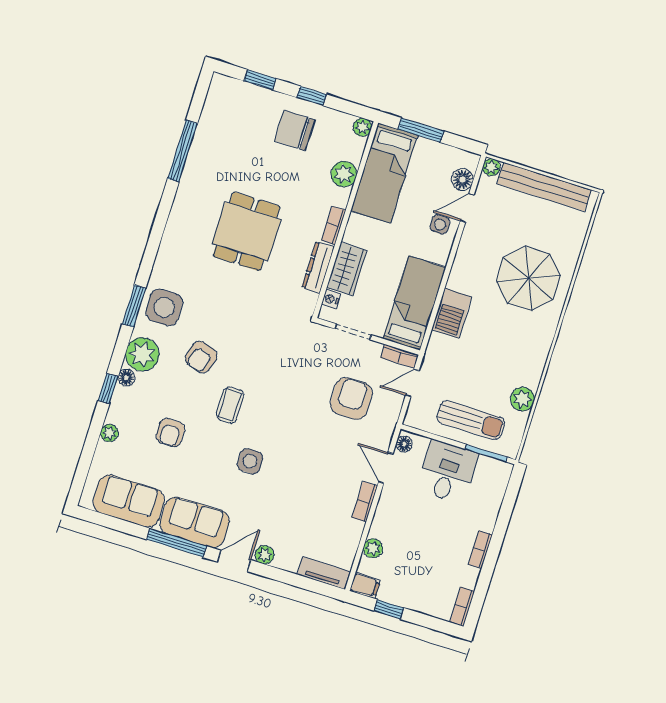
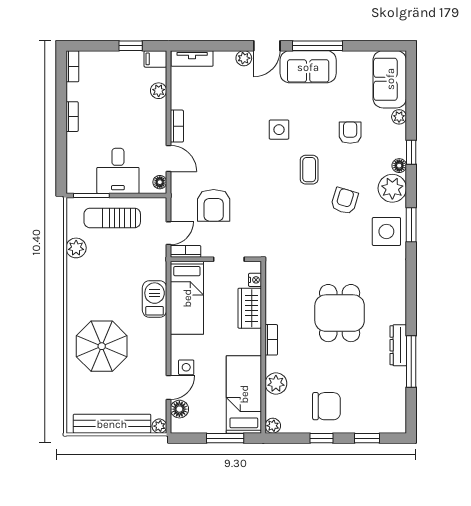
dresser: (318, 267) -> (398, 345), moved, turned 180
sofa: (129, 501) -> (390, 79), moved, turned 90

